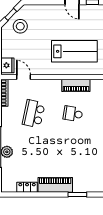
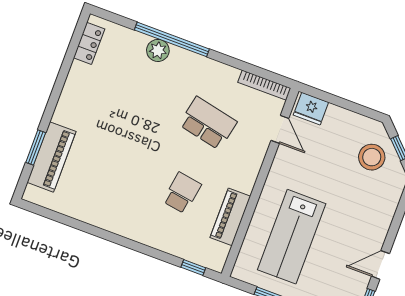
door: (23, 77) -> (280, 129), hinge flipped
piano: (55, 185) -> (52, 157), moved
locker: (27, 187) -> (89, 43), moved

